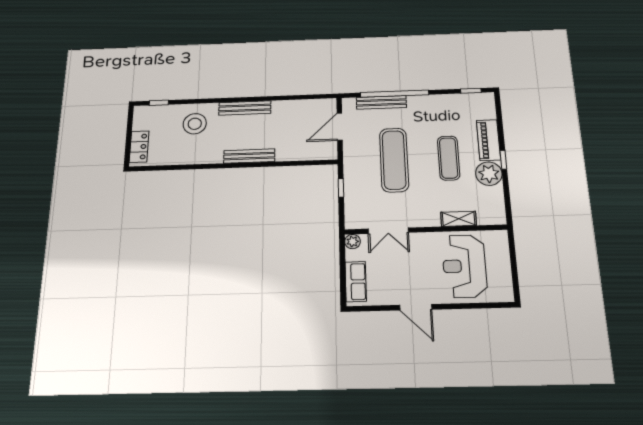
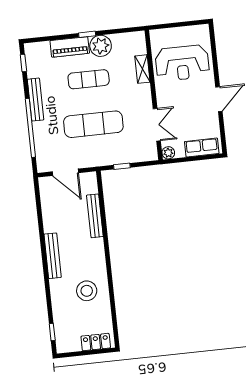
bench: (381, 102) -> (36, 100), moved
stool: (195, 124) -> (87, 291), moved
bench: (249, 156) -> (95, 216), moved

